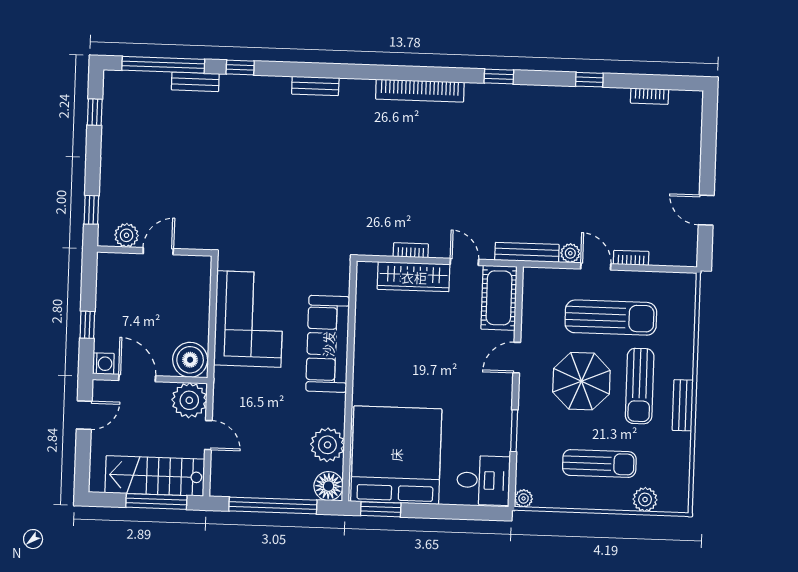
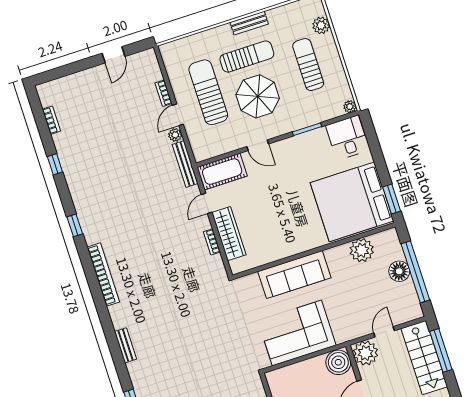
floor lamp: (328, 486) -> (399, 271), moved

